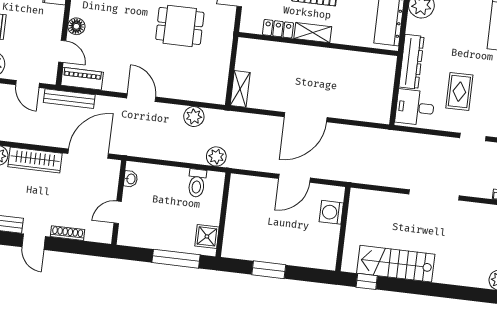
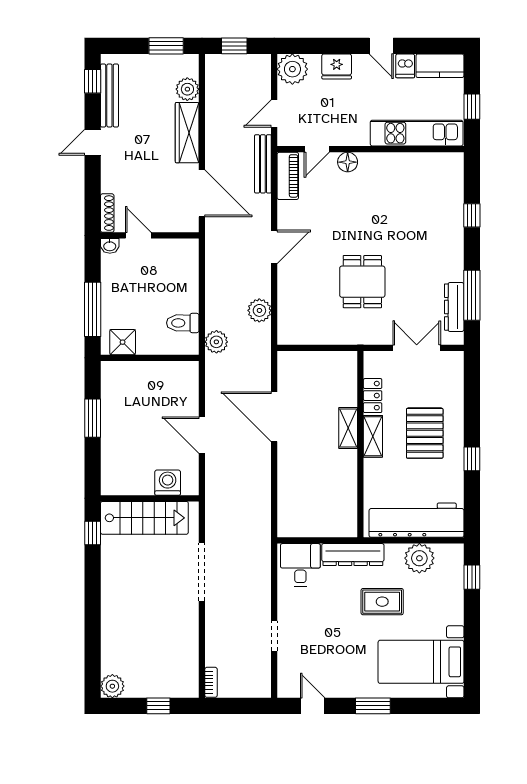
shelving: (240, 89) -> (348, 428), moved, turned 90
rug: (459, 92) -> (382, 602), moved
door: (306, 117) -> (274, 417), moved
washbasin: (131, 179) -> (110, 246), moved
doorway: (434, 195) -> (202, 572), moved
shoe rack: (68, 233) -> (107, 213), moved
stairs: (396, 264) -> (144, 518), moved, turned 90

